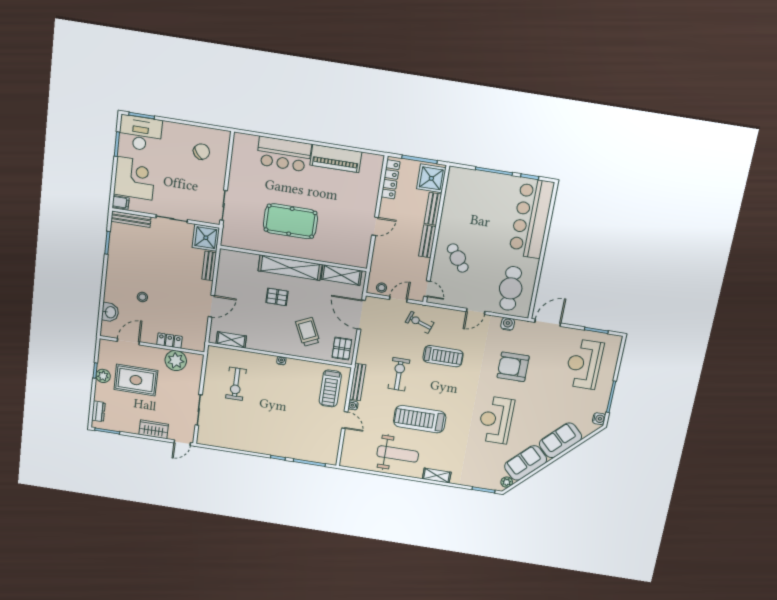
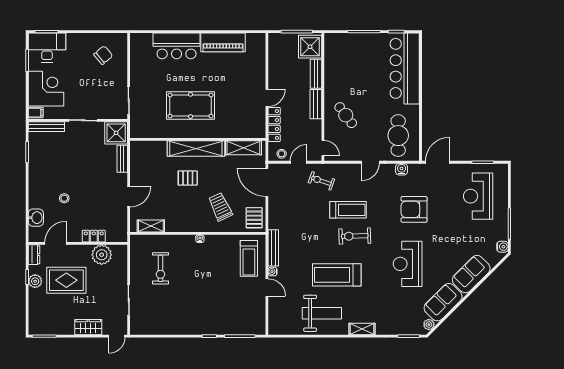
locker: (391, 179) -> (274, 125), moved
exercise bike: (399, 374) -> (355, 236), moved, turned -92
dresser: (98, 411) -> (34, 255), moved

